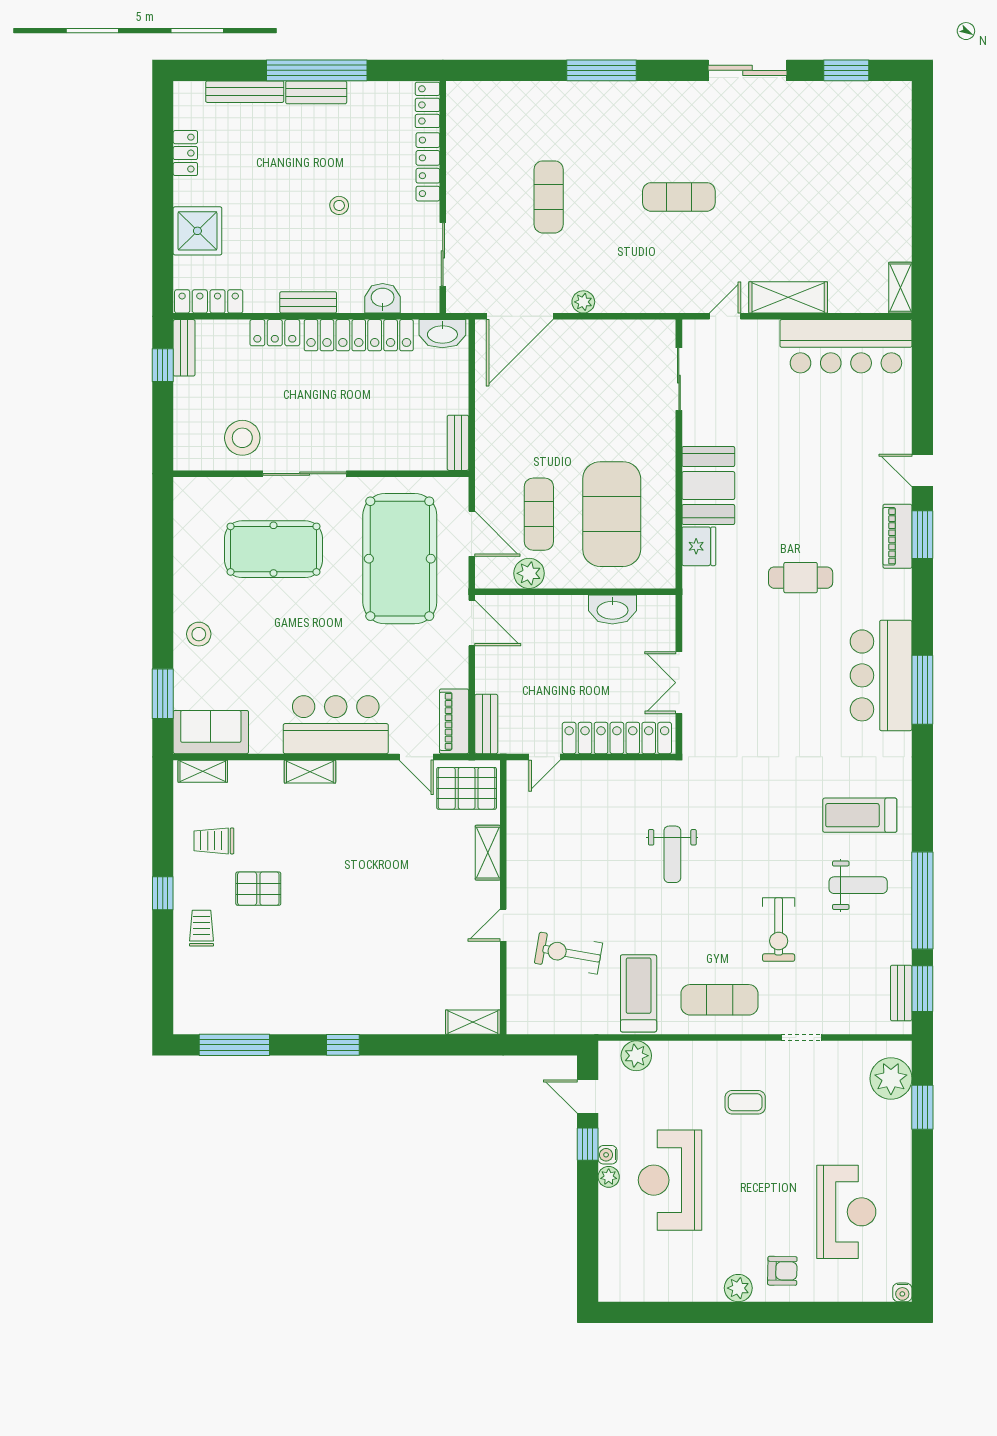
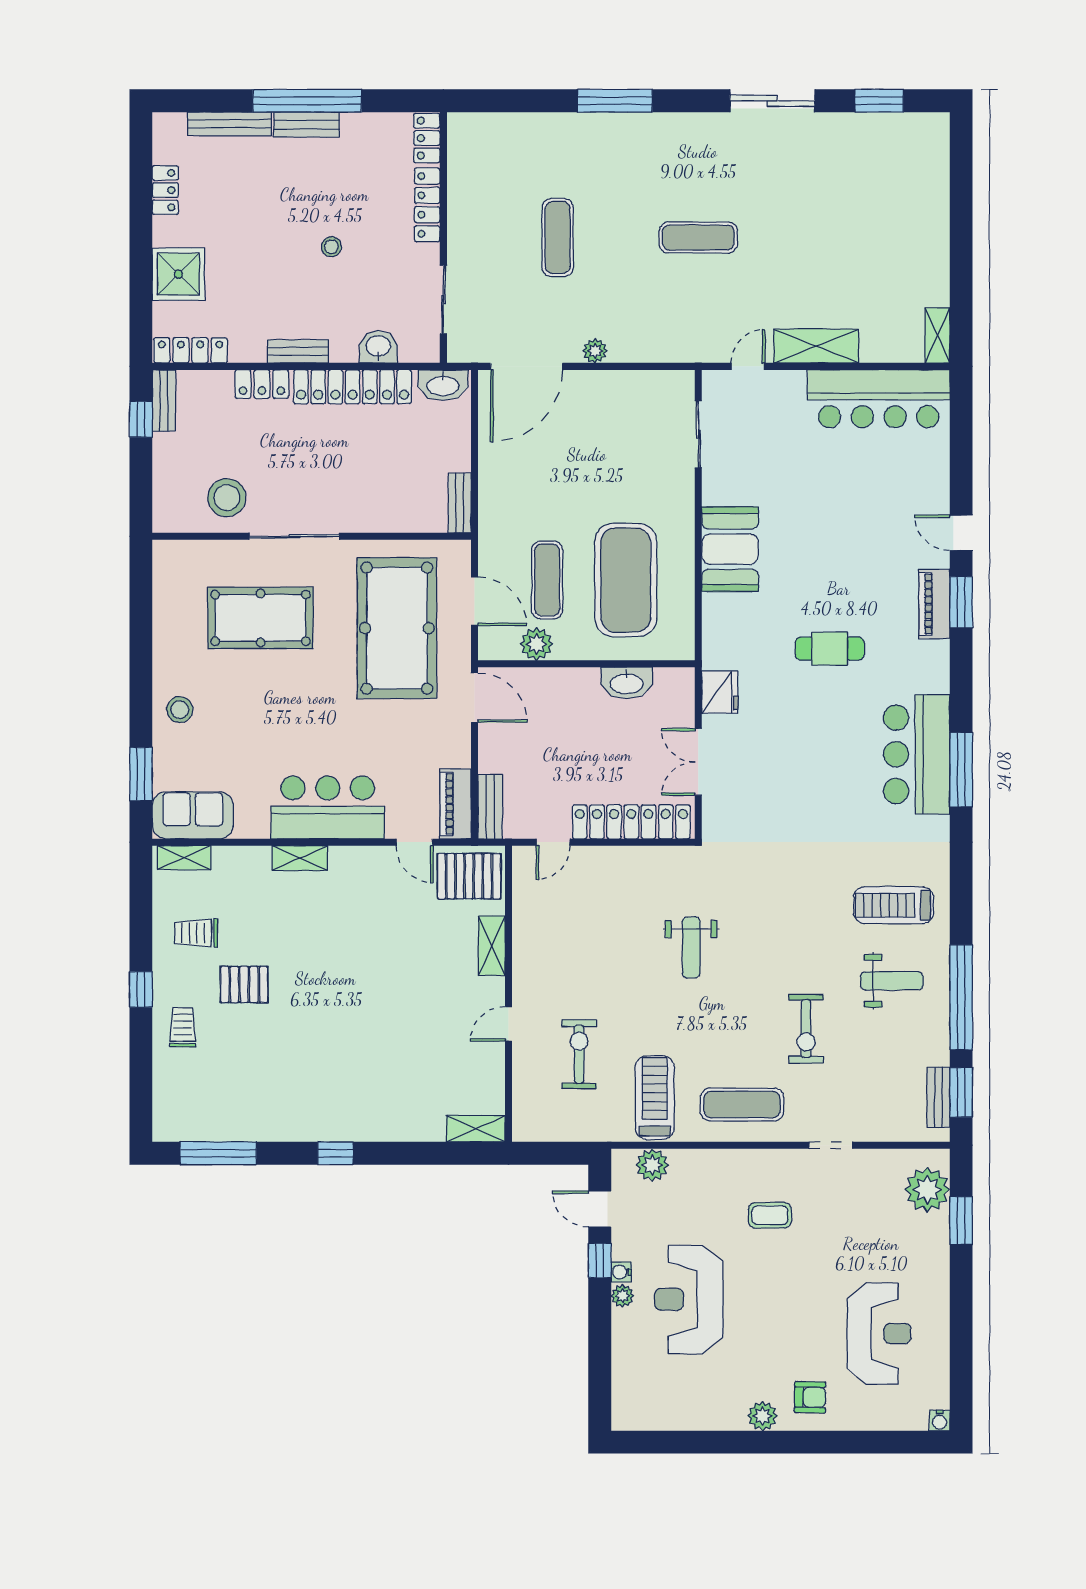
fridge: (699, 546) -> (720, 692), moved
exercise bike: (568, 953) -> (579, 1054), turned 80

